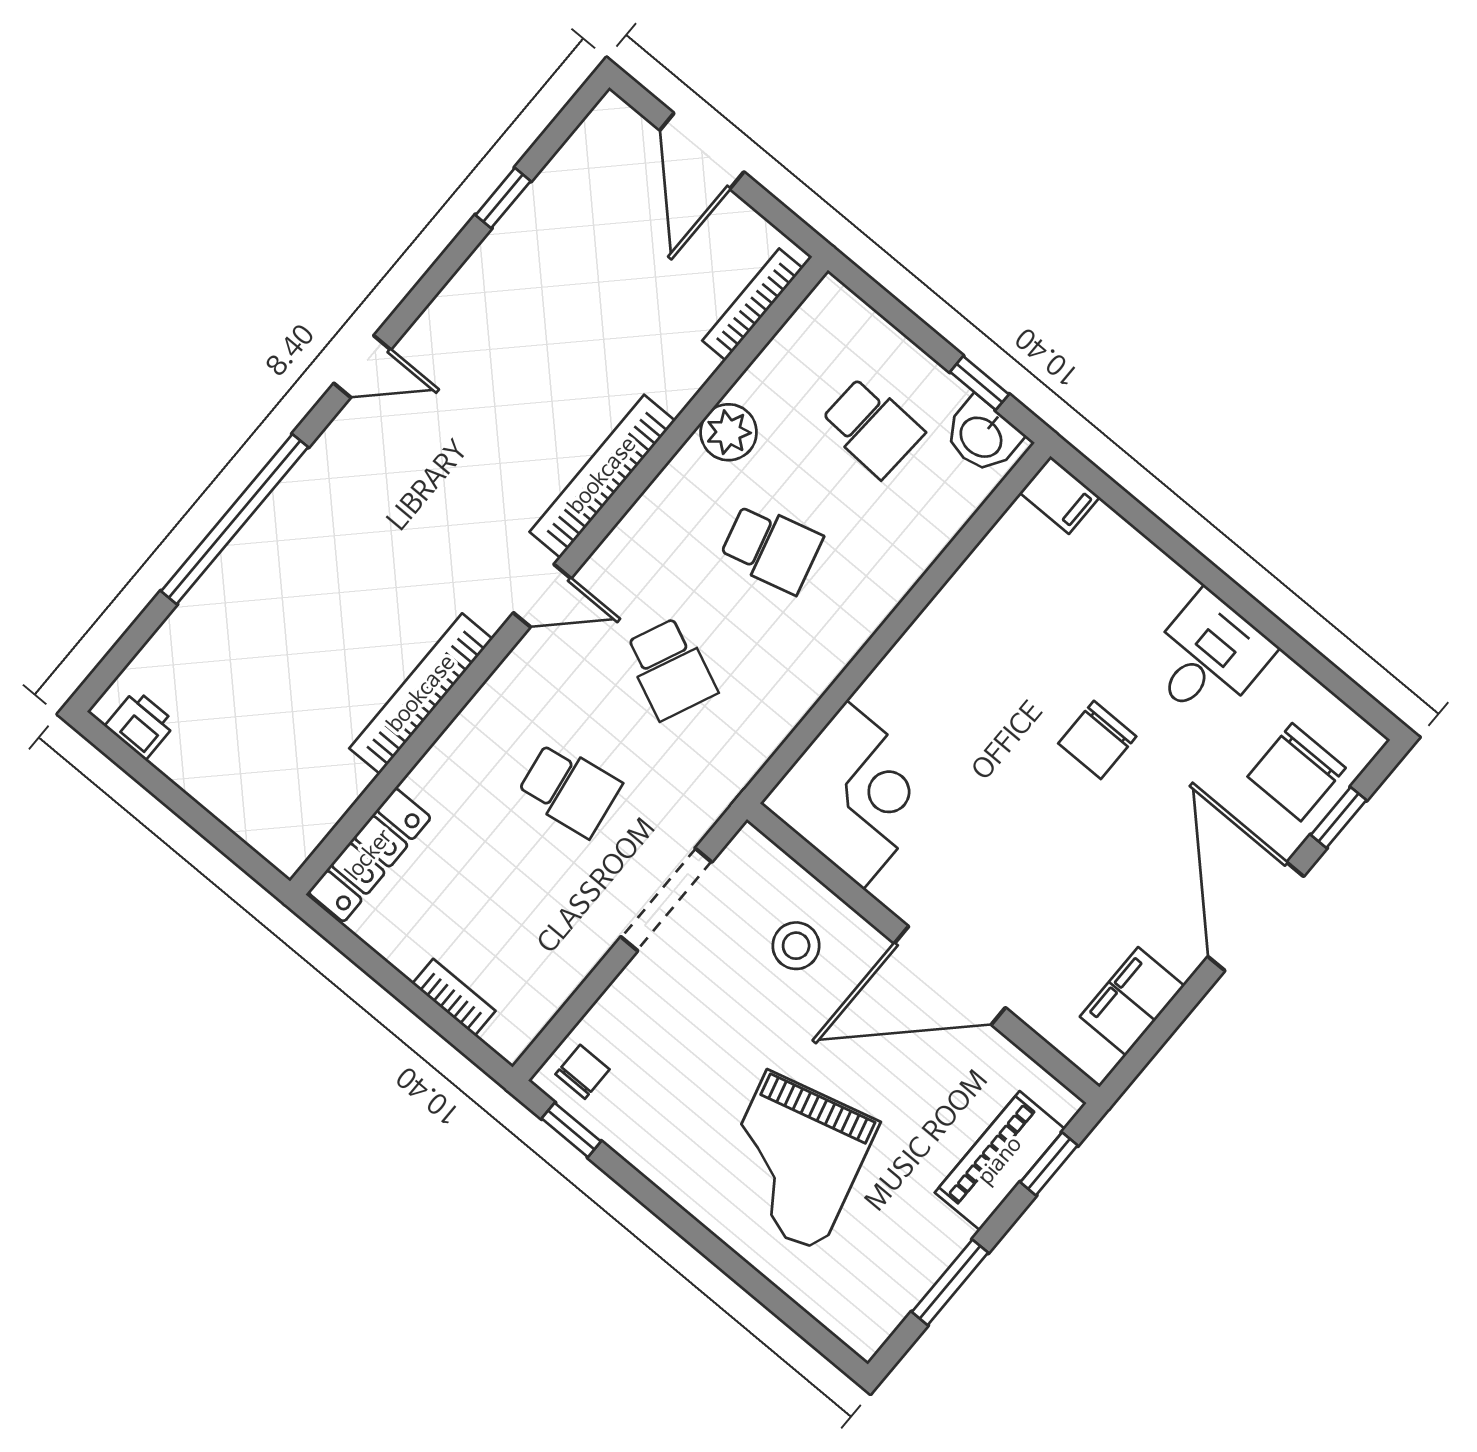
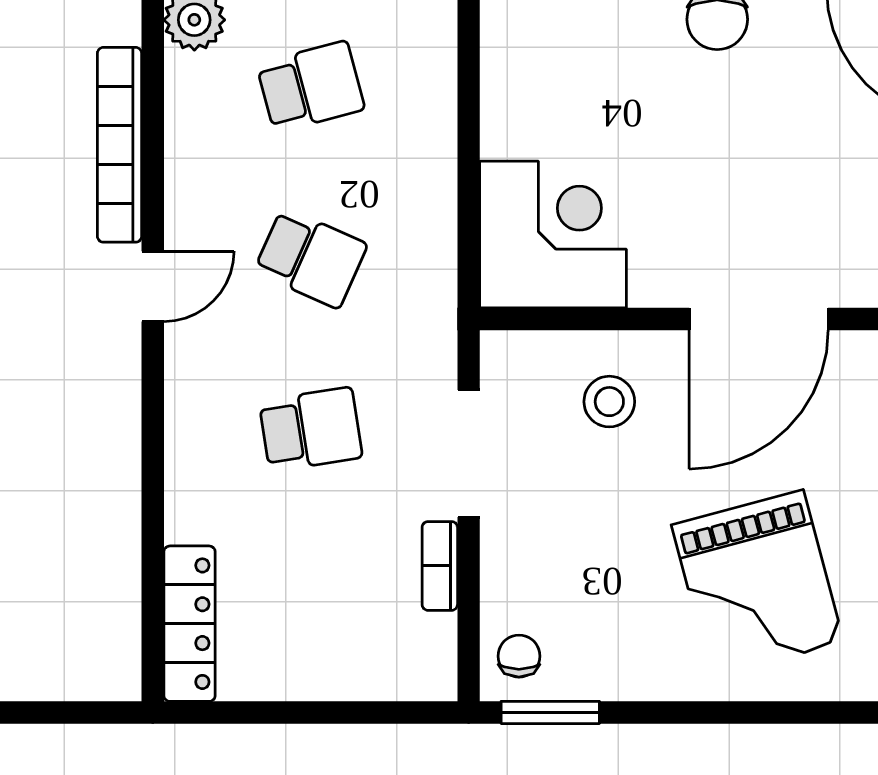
bookcase: (421, 694) -> (120, 453), removed
bookcase: (454, 997) -> (440, 566), moved, turned -90
window: (571, 1130) -> (550, 712), width x1.50

